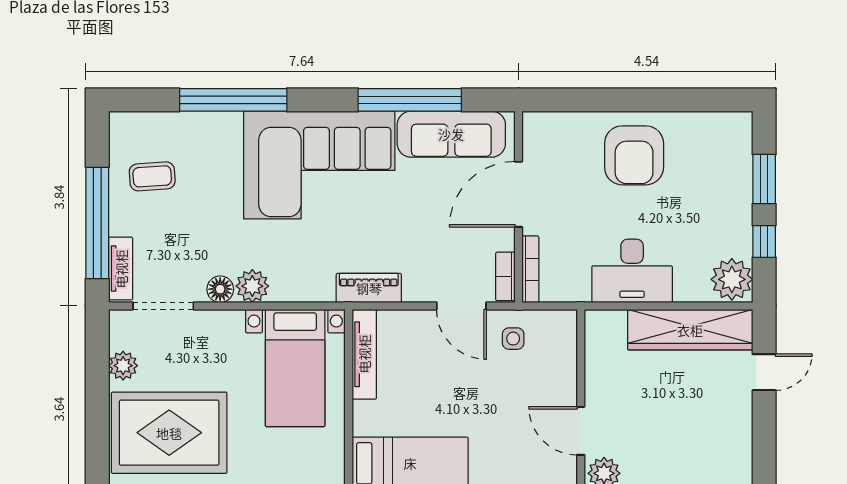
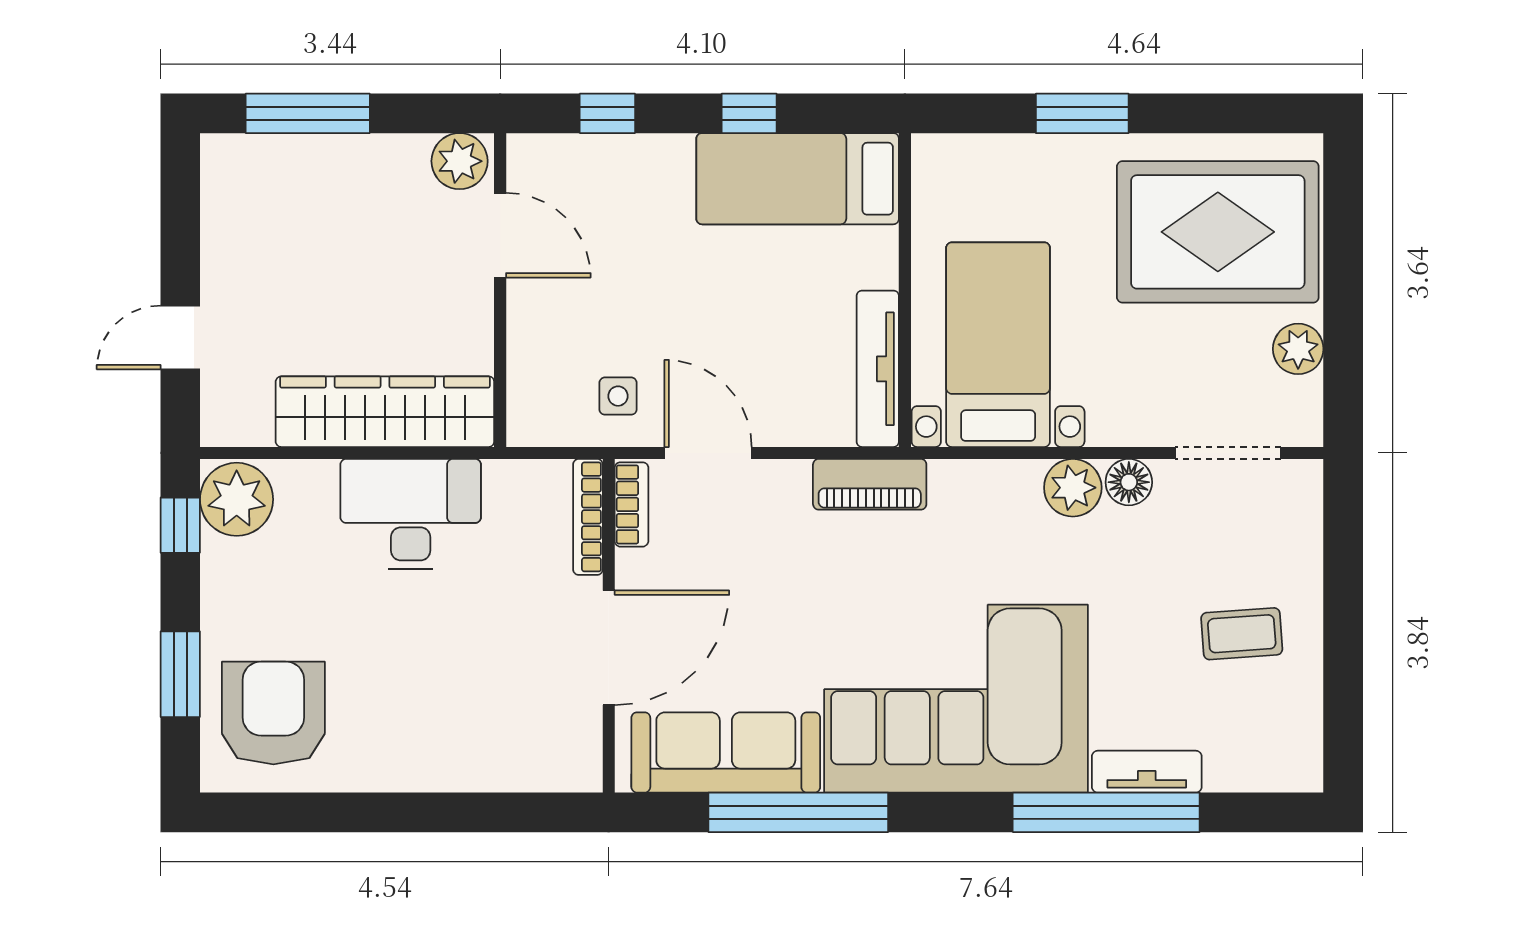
armchair: (634, 155) -> (273, 713), moved
coffee table: (152, 176) -> (1242, 634), moved
window: (97, 223) -> (1343, 598), removed
window: (764, 241) -> (180, 525), moved
tv unit: (121, 269) -> (1147, 772), moved, turned 90
wardrobe: (690, 330) -> (385, 412), moved

